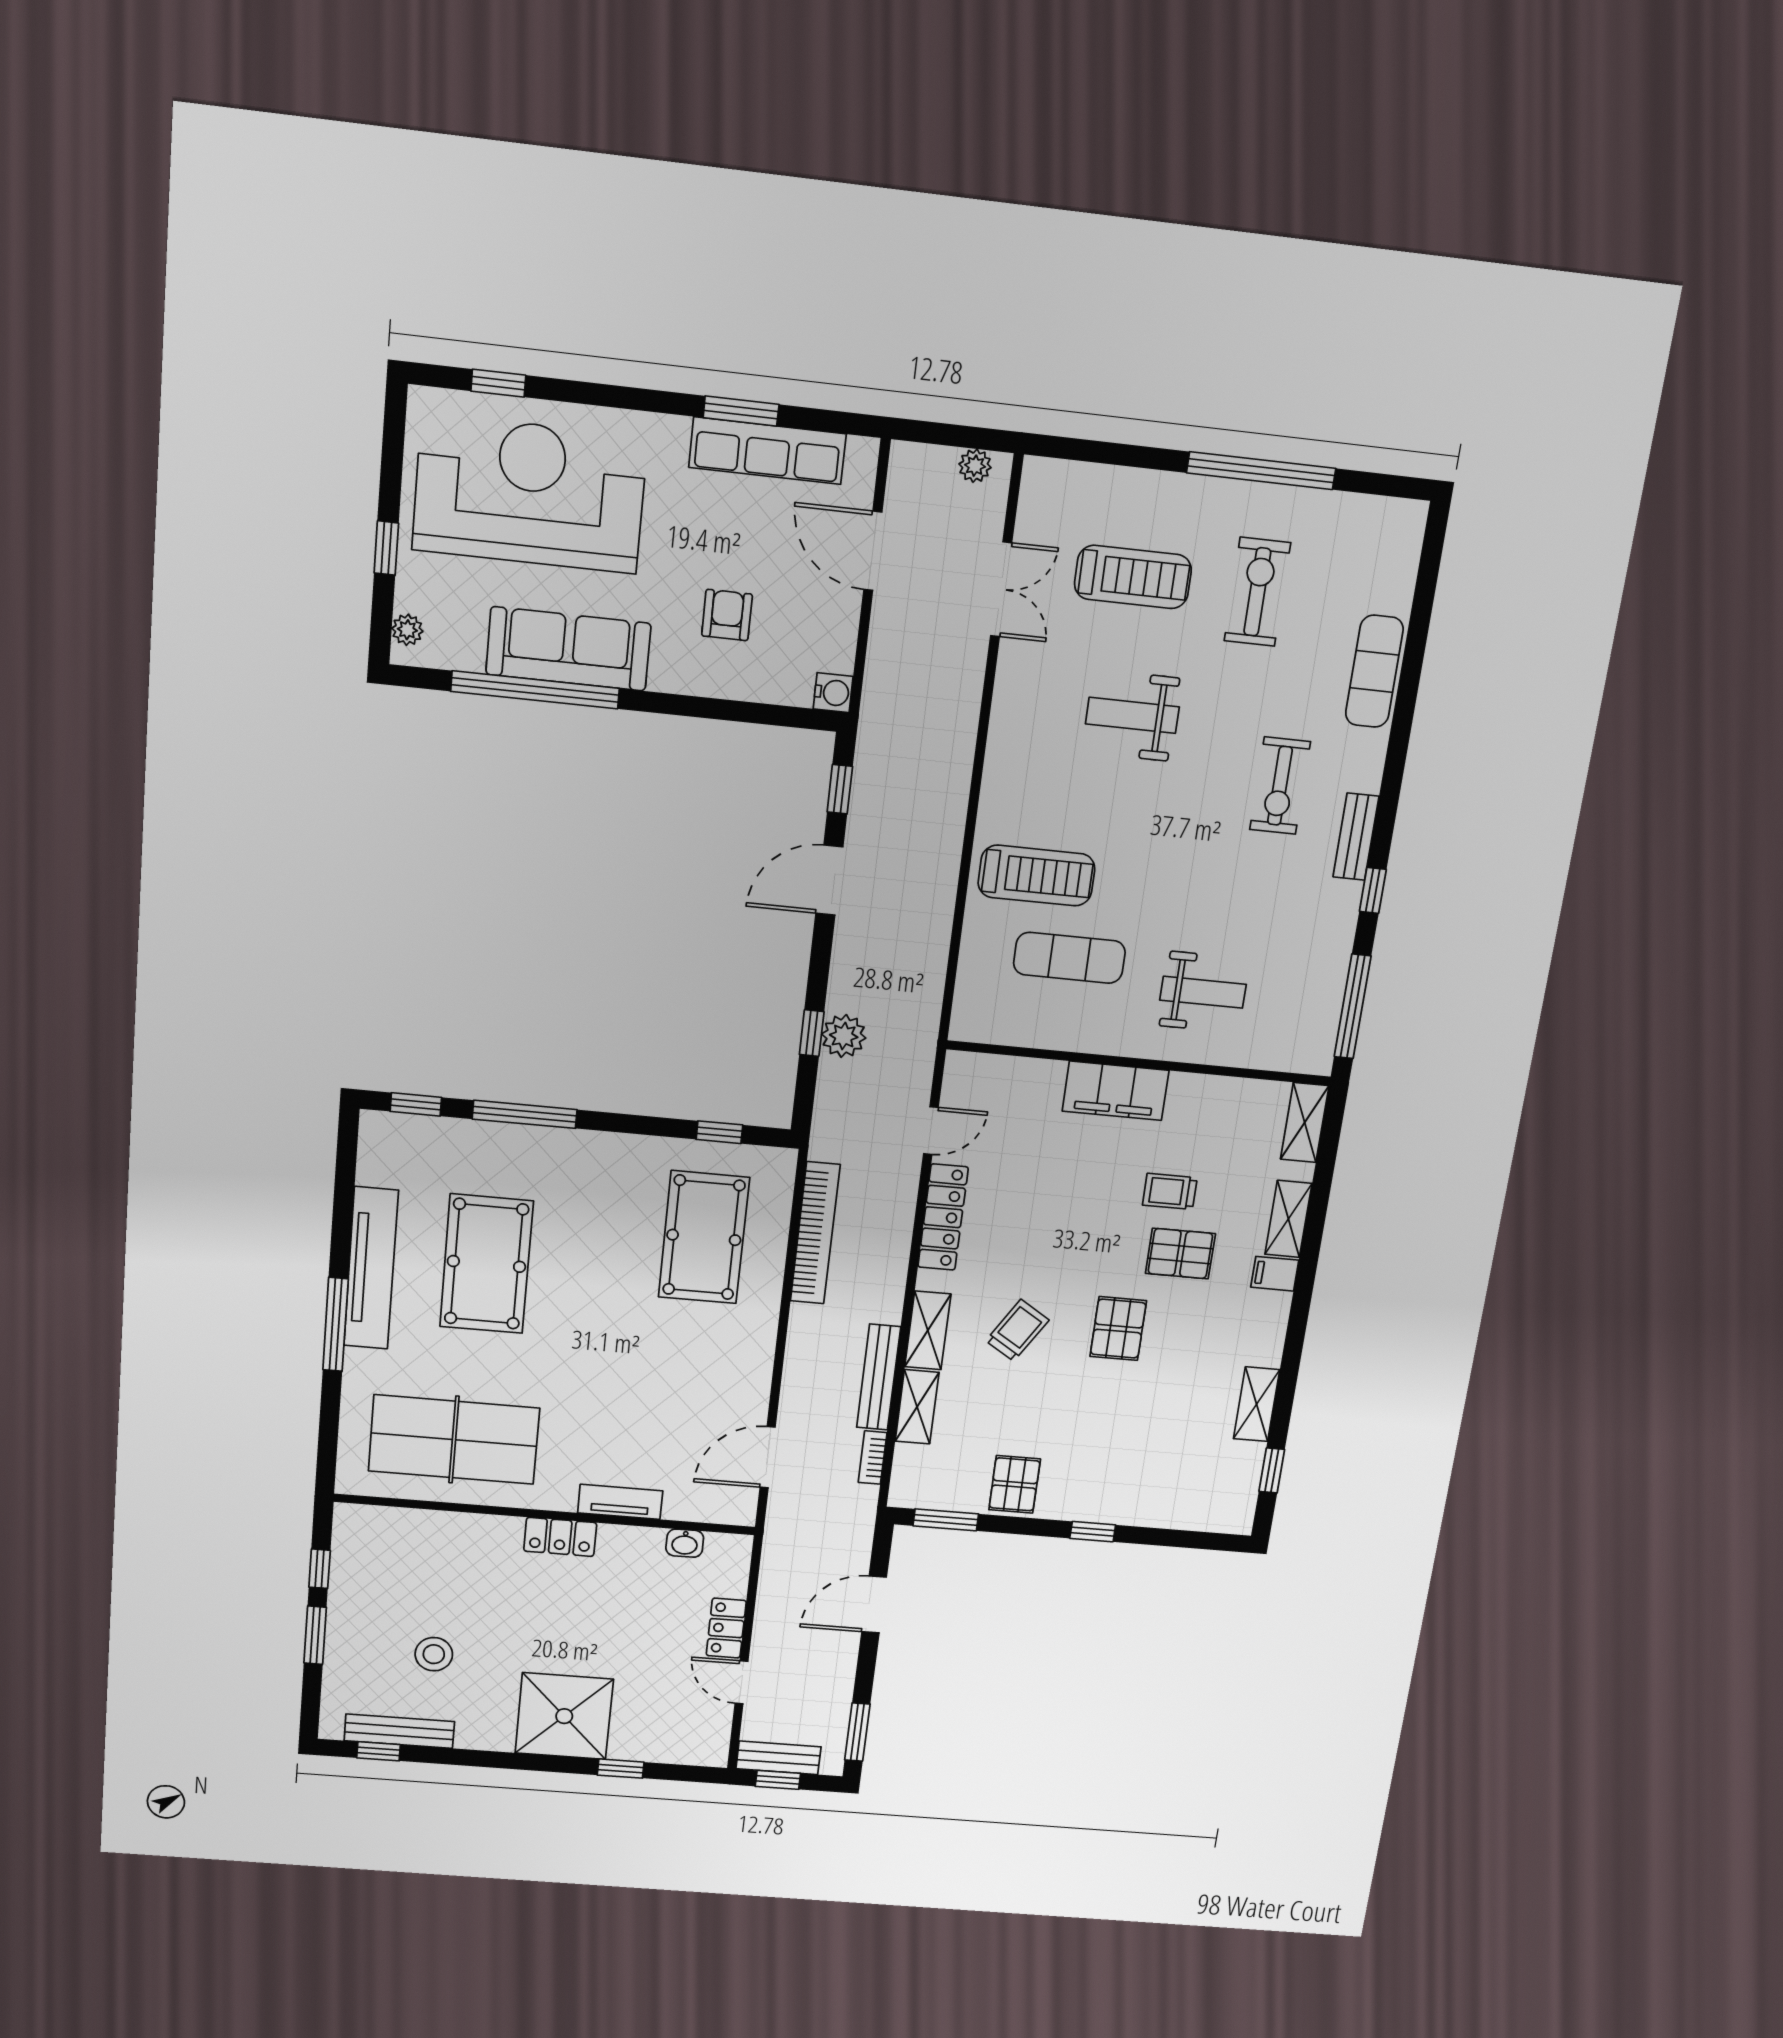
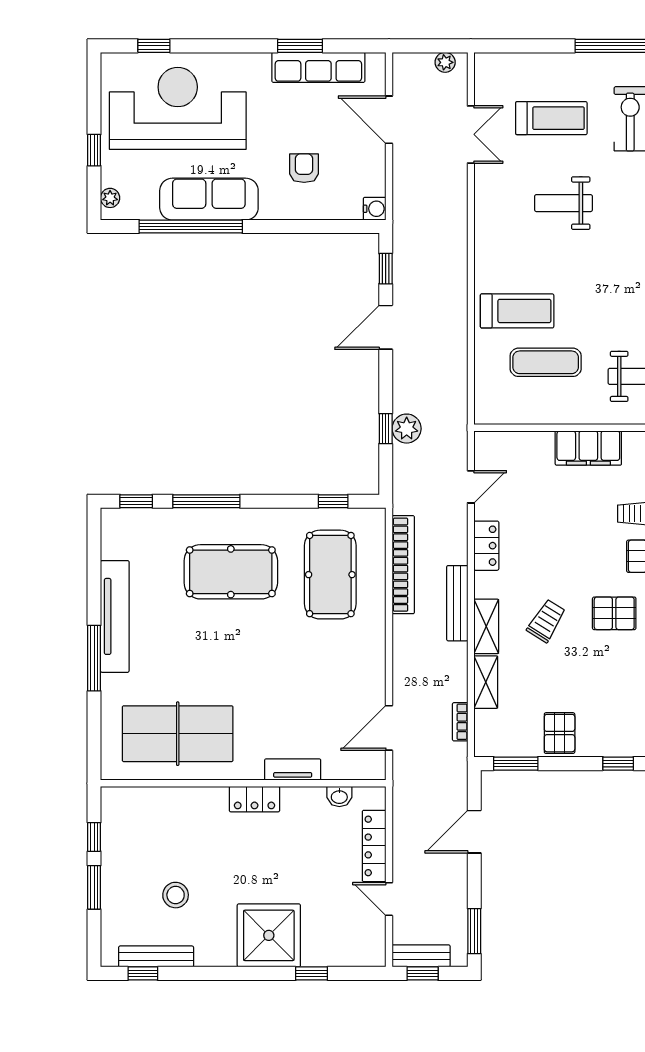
locker: (943, 1217) -> (486, 546), width x0.66
pool table: (486, 1264) -> (231, 572), moved, turned 90
pallet: (1118, 1329) -> (614, 613), turned 90
bench: (879, 1377) -> (457, 603), moved
locker: (726, 1628) -> (374, 846), width x1.53

